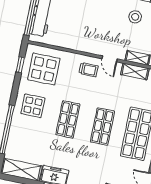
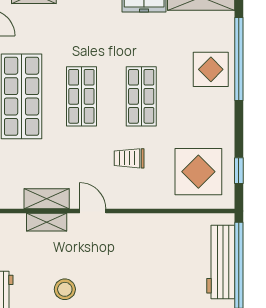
trolley: (89, 70) -> (129, 158), moved
display table: (33, 106) -> (211, 69), moved

